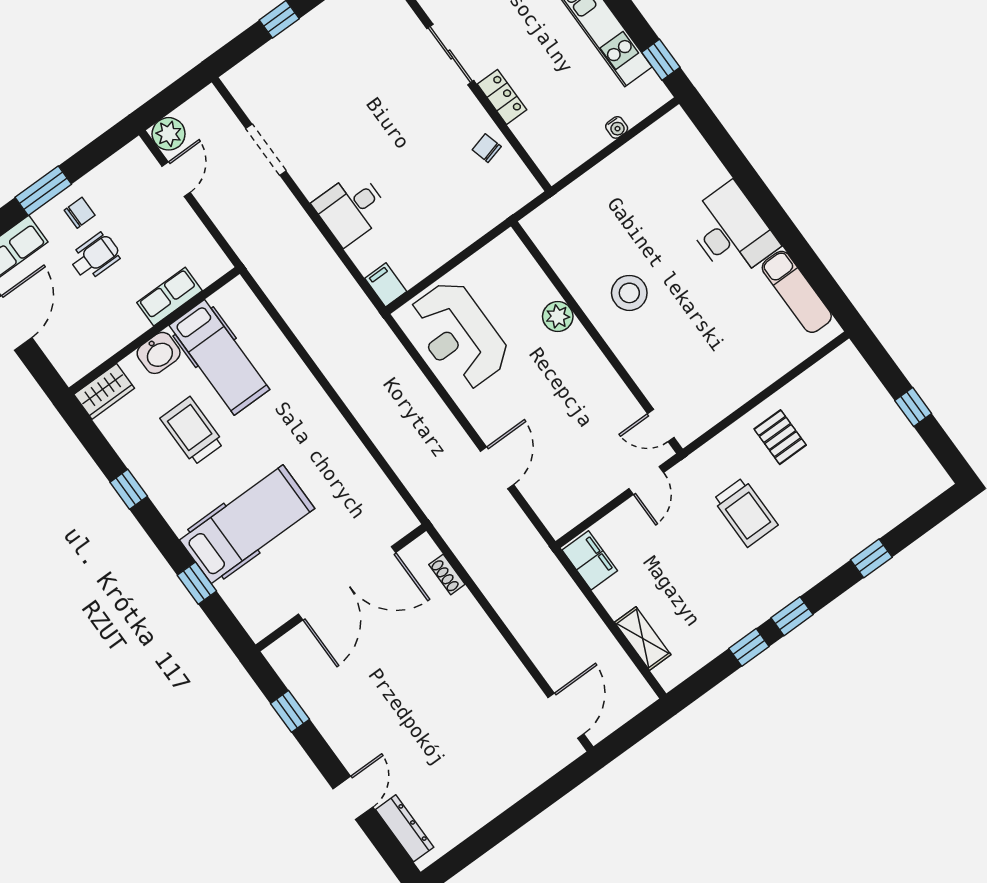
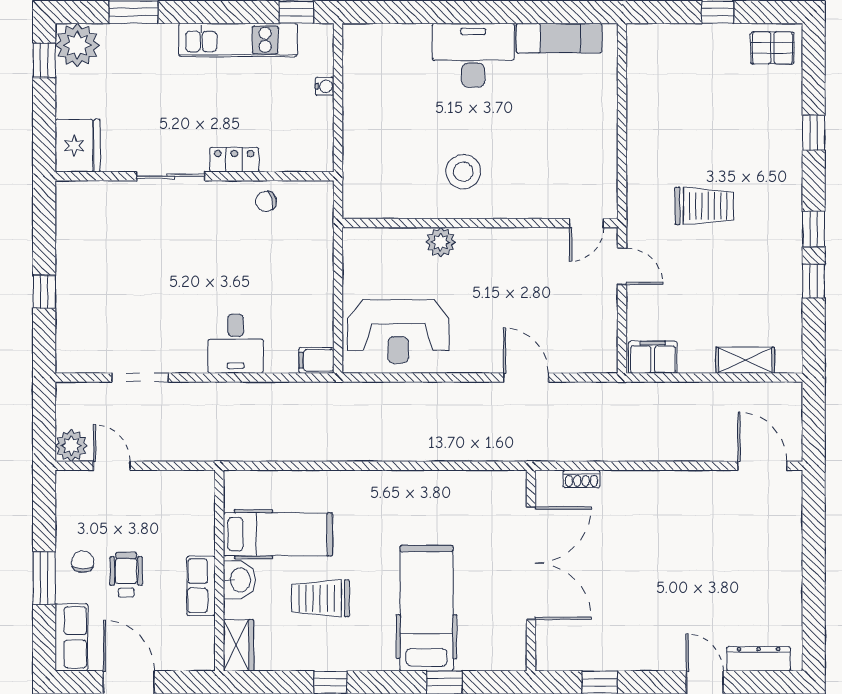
row of seats: (169, 297) -> (201, 586), moved
pallet: (780, 437) -> (772, 48), moved

